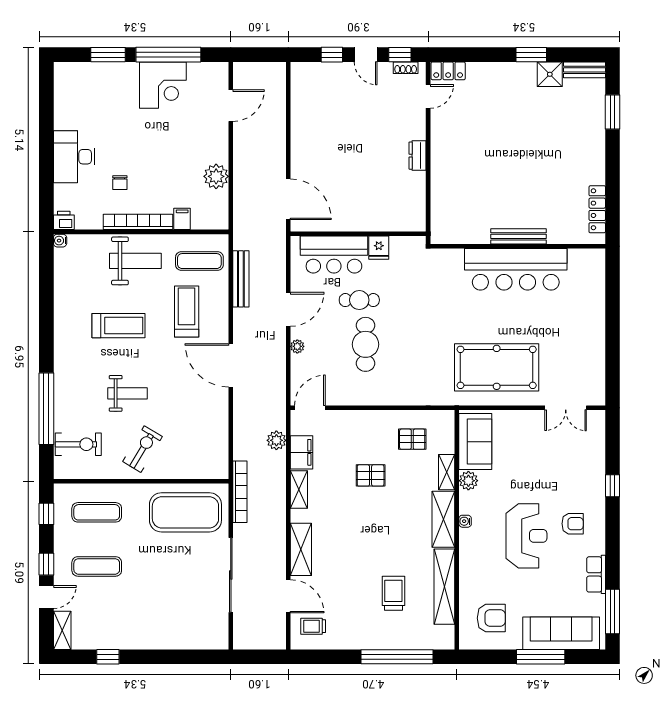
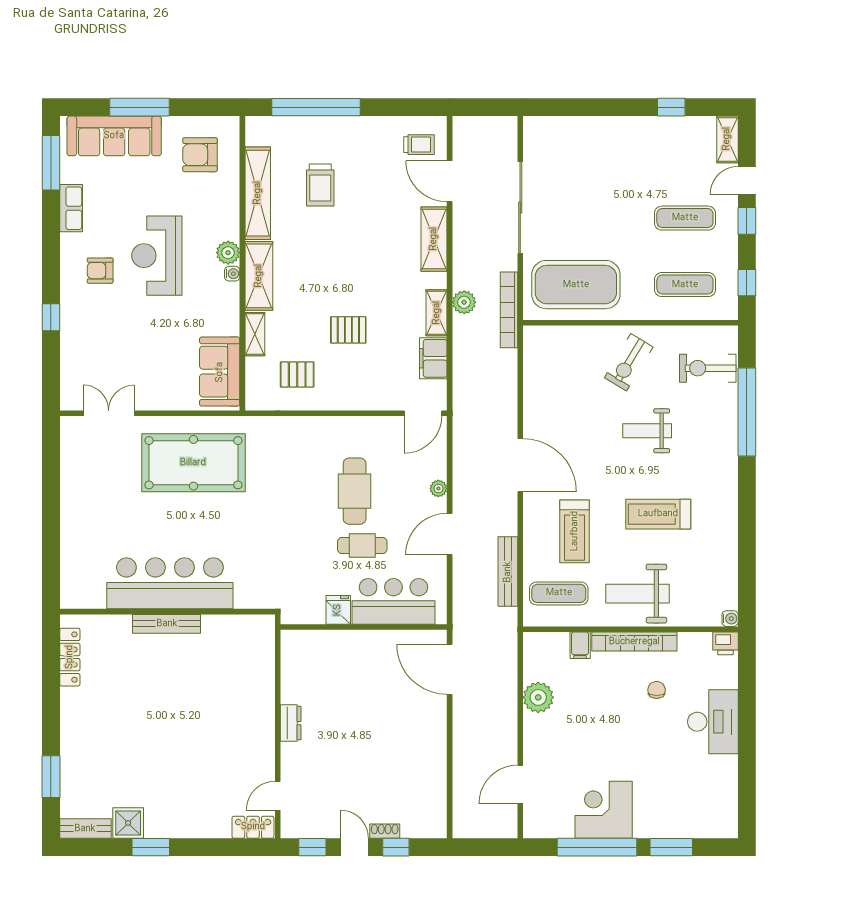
shoe rack: (406, 68) -> (385, 831), moved
plant: (276, 440) -> (464, 302), moved
plant: (468, 481) -> (228, 253), moved

